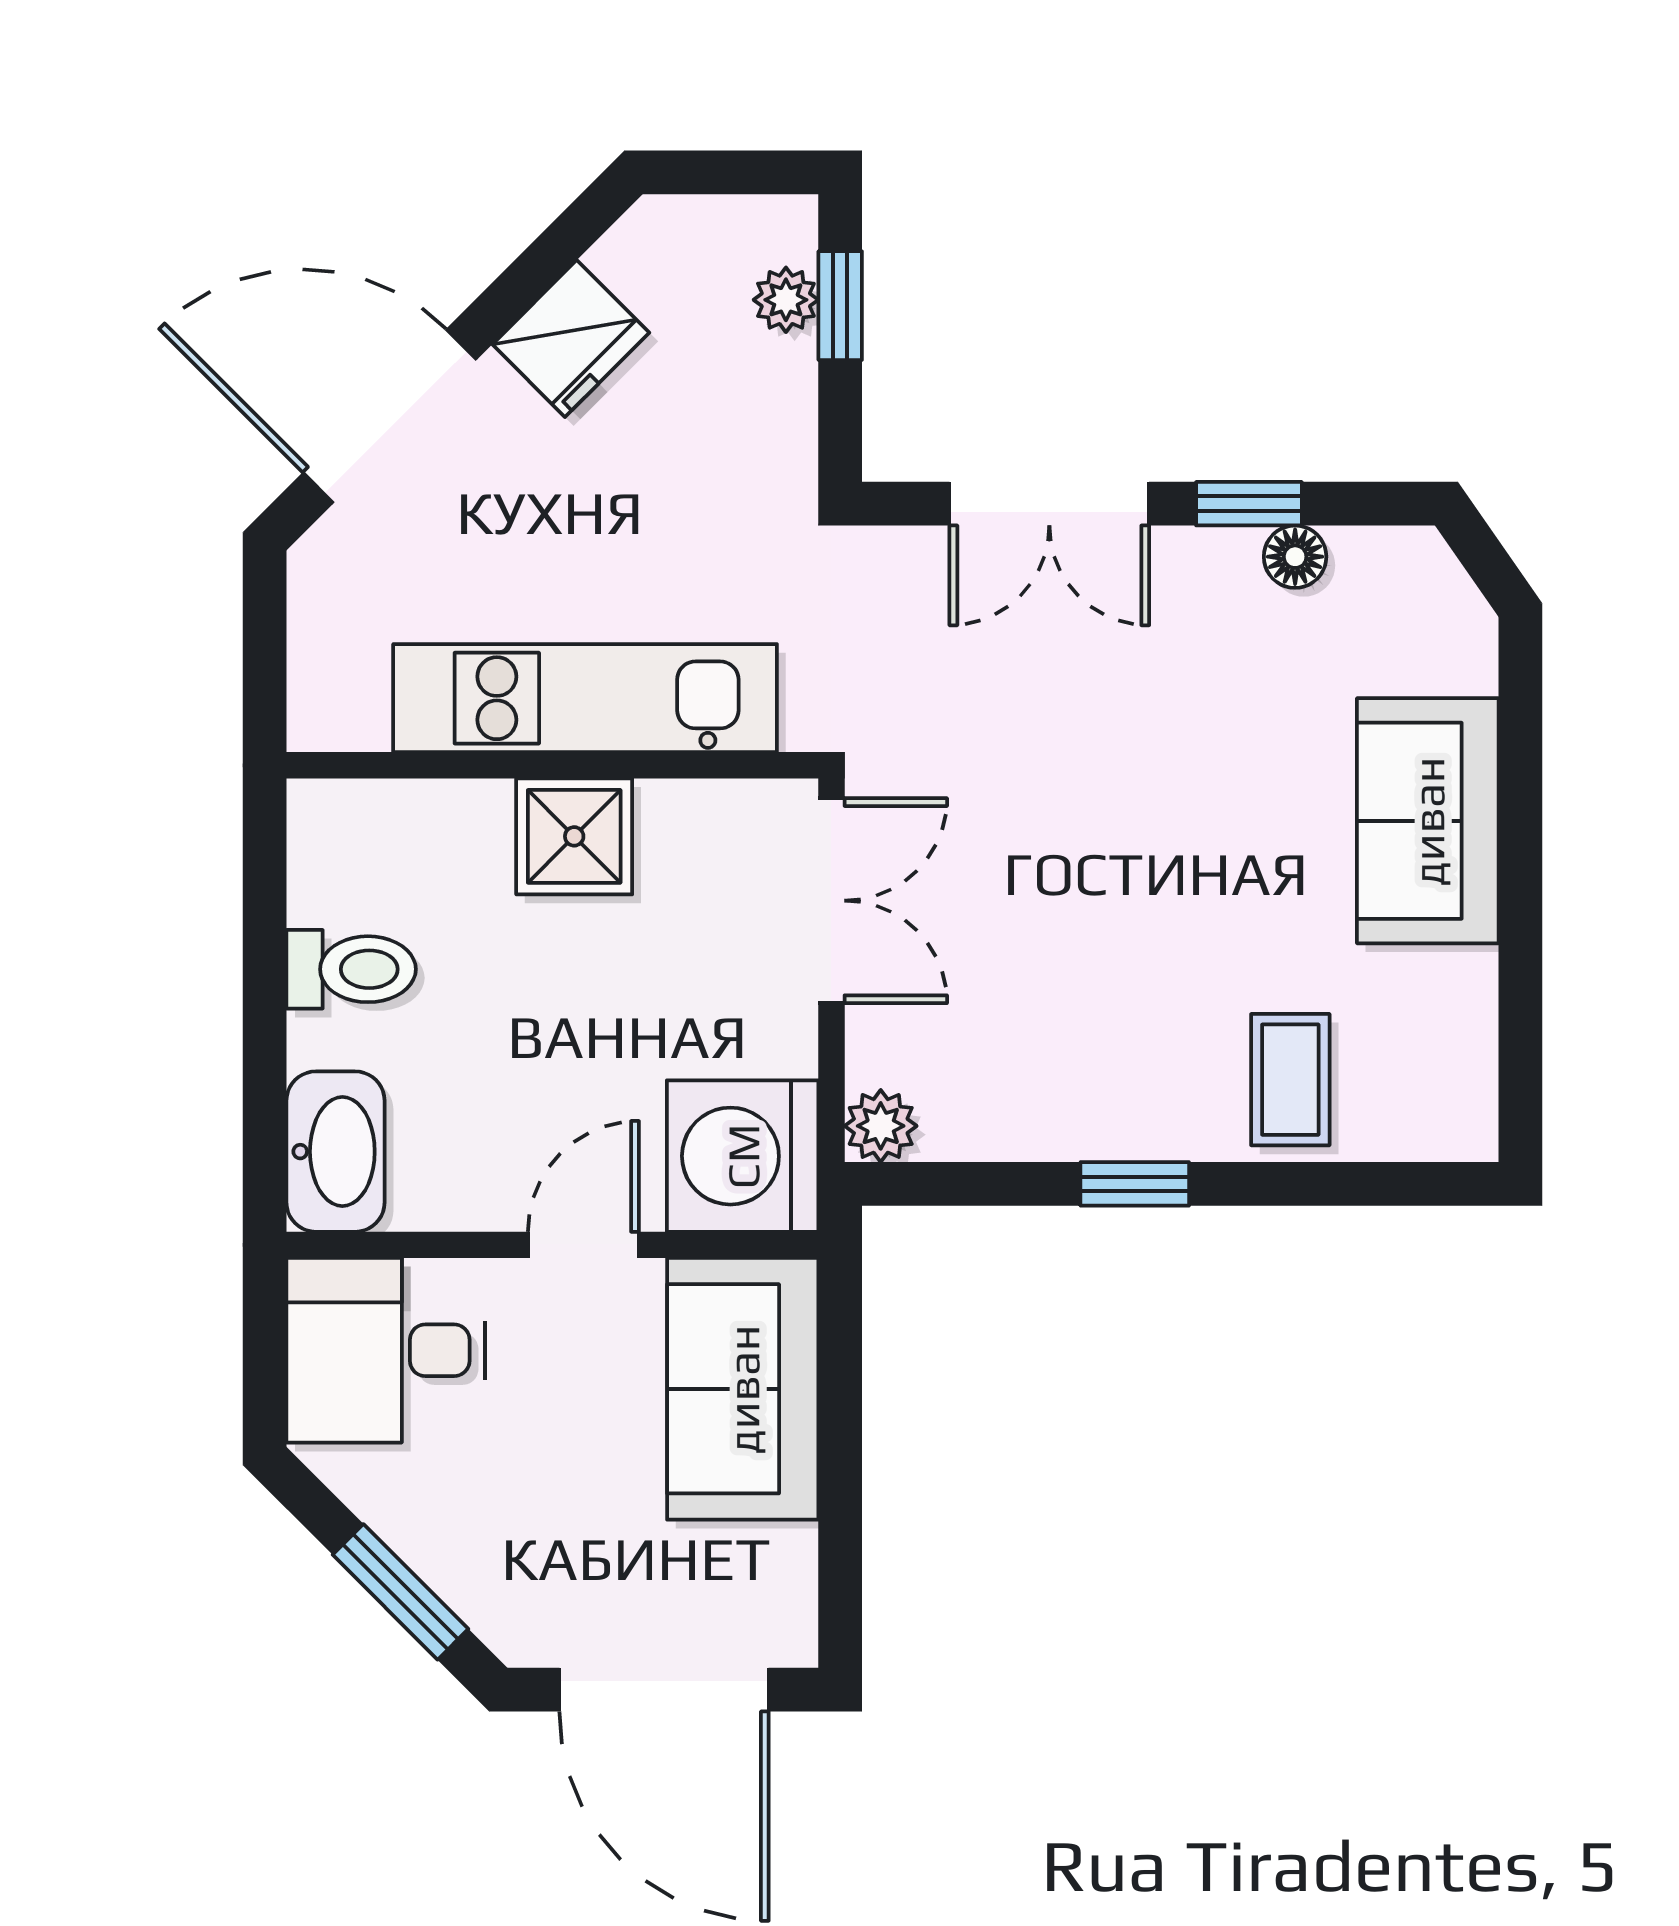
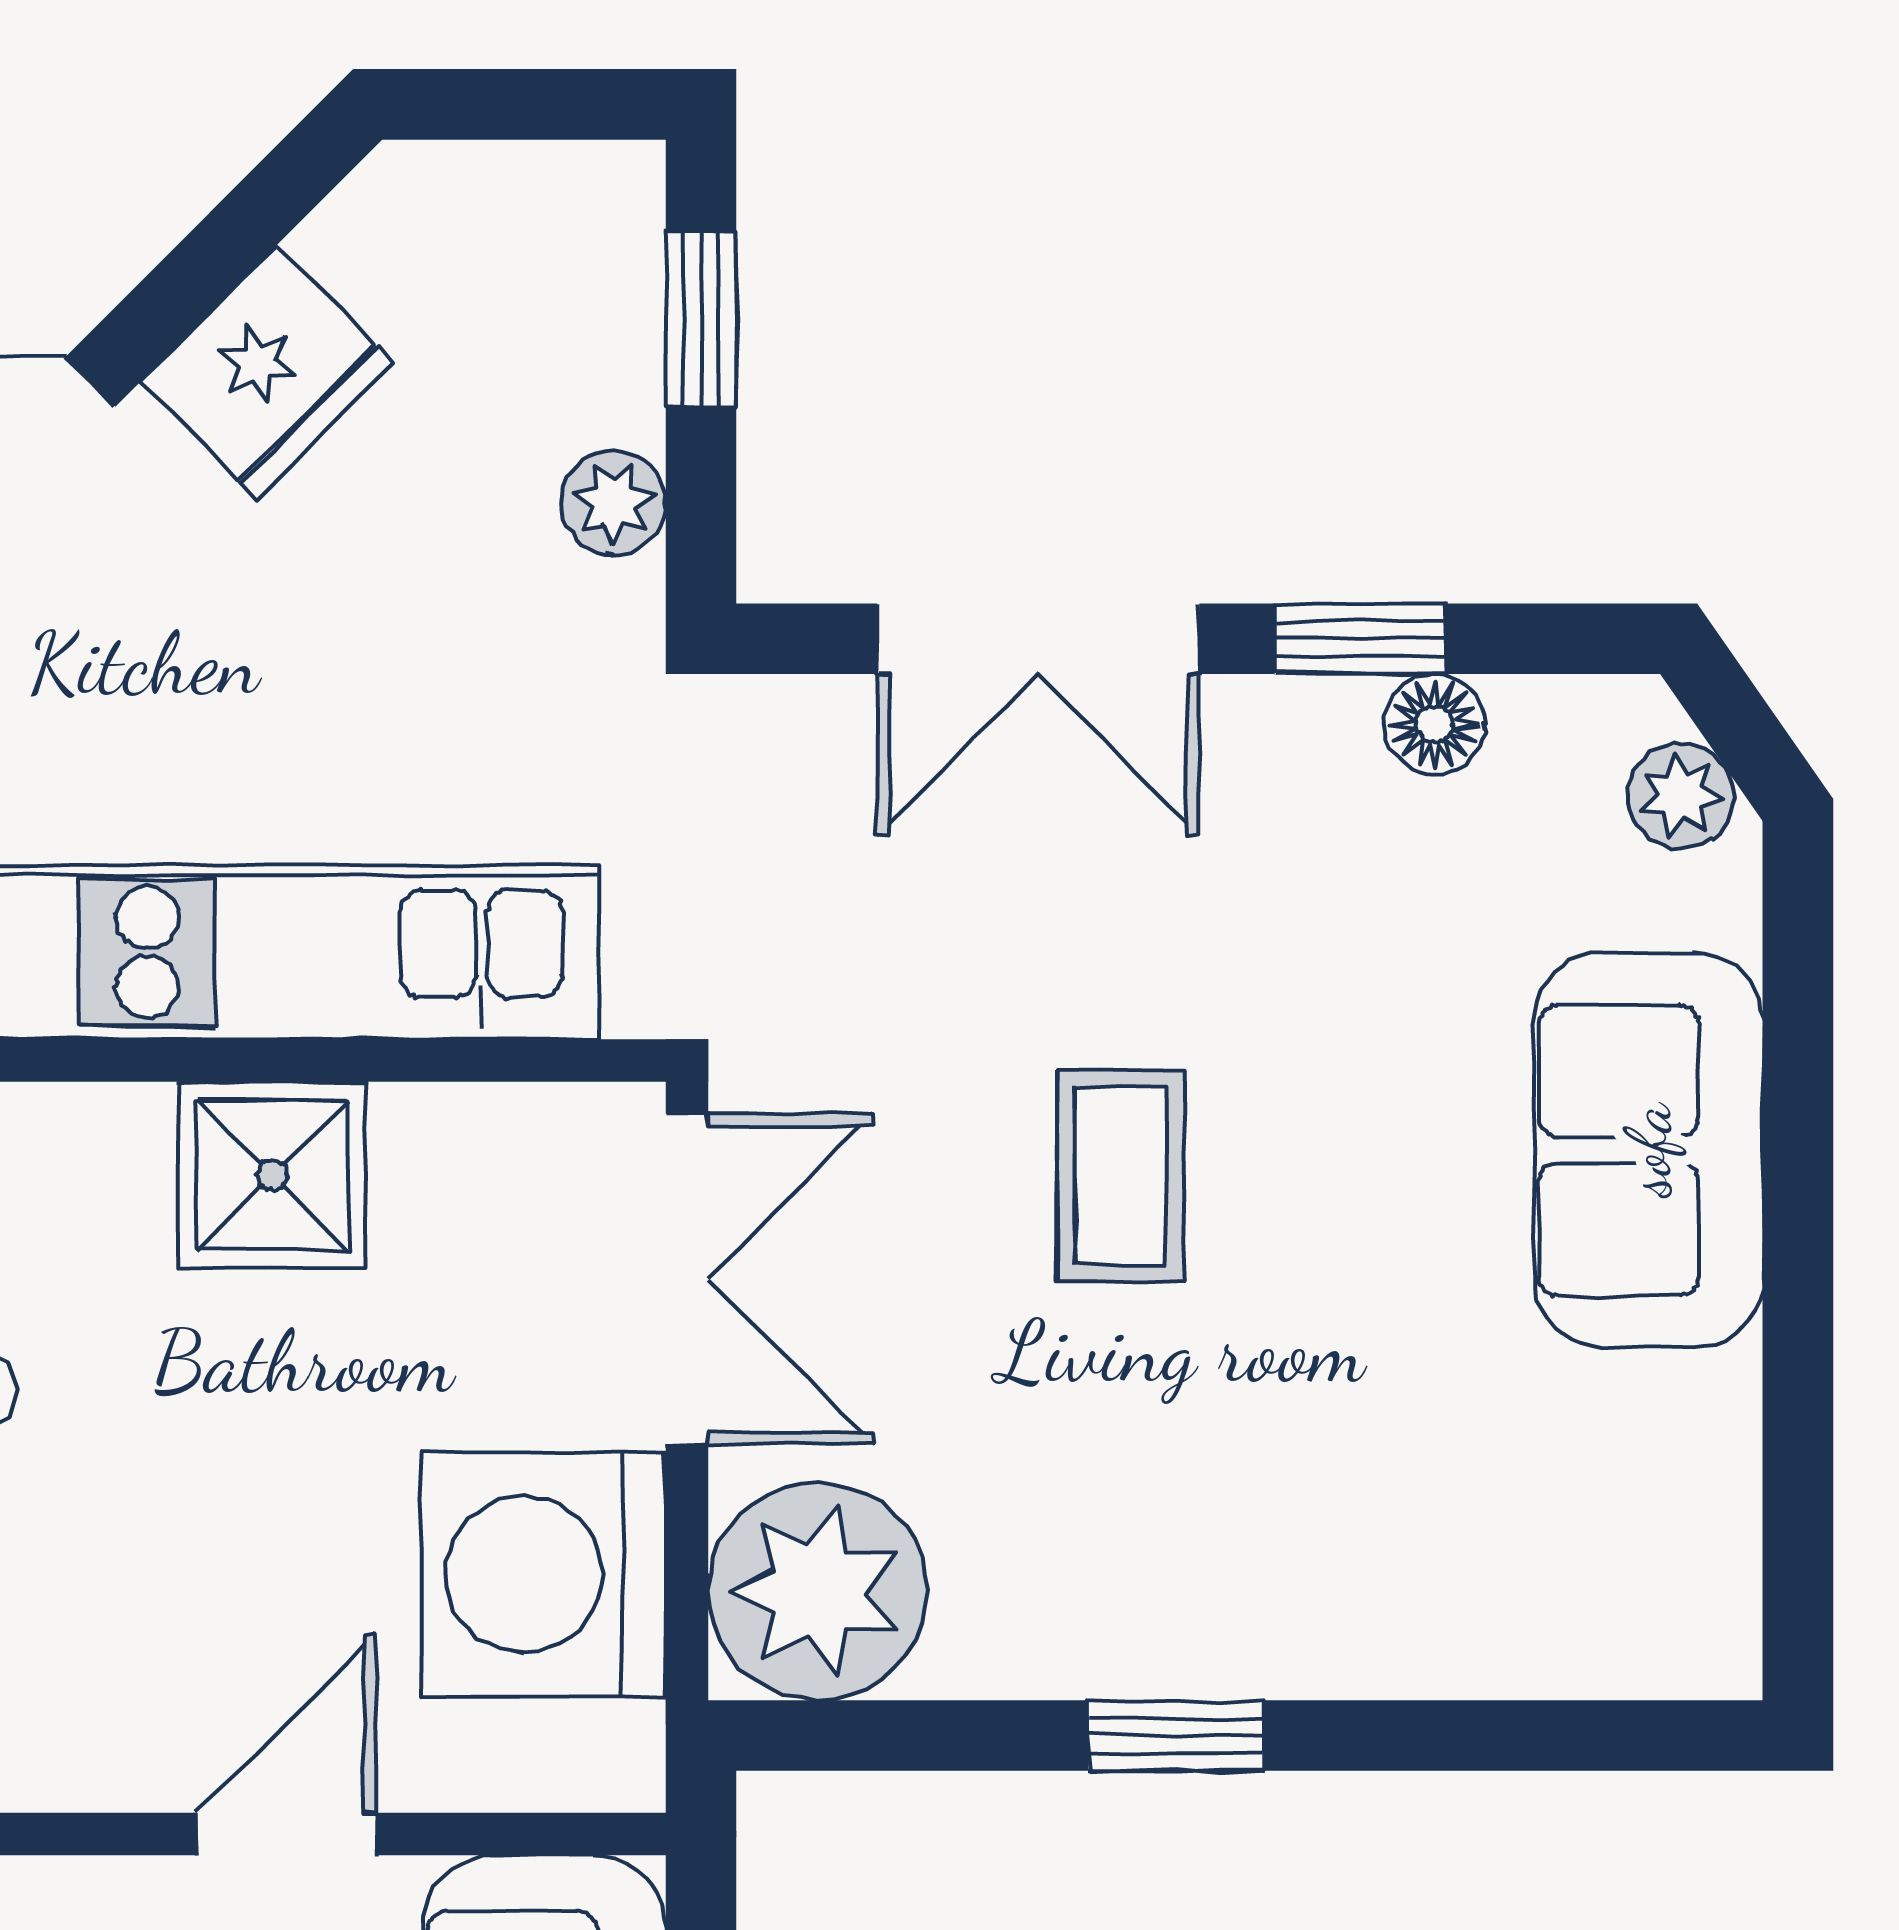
plant: (786, 300) -> (613, 503), moved
plant: (1448, 601) -> (1681, 796), added
coffee table: (1290, 1080) -> (1120, 1176), moved
plant: (881, 1126) -> (817, 1591), width x1.88, depth x1.88
washing machine: (743, 1156) -> (544, 1574), moved

